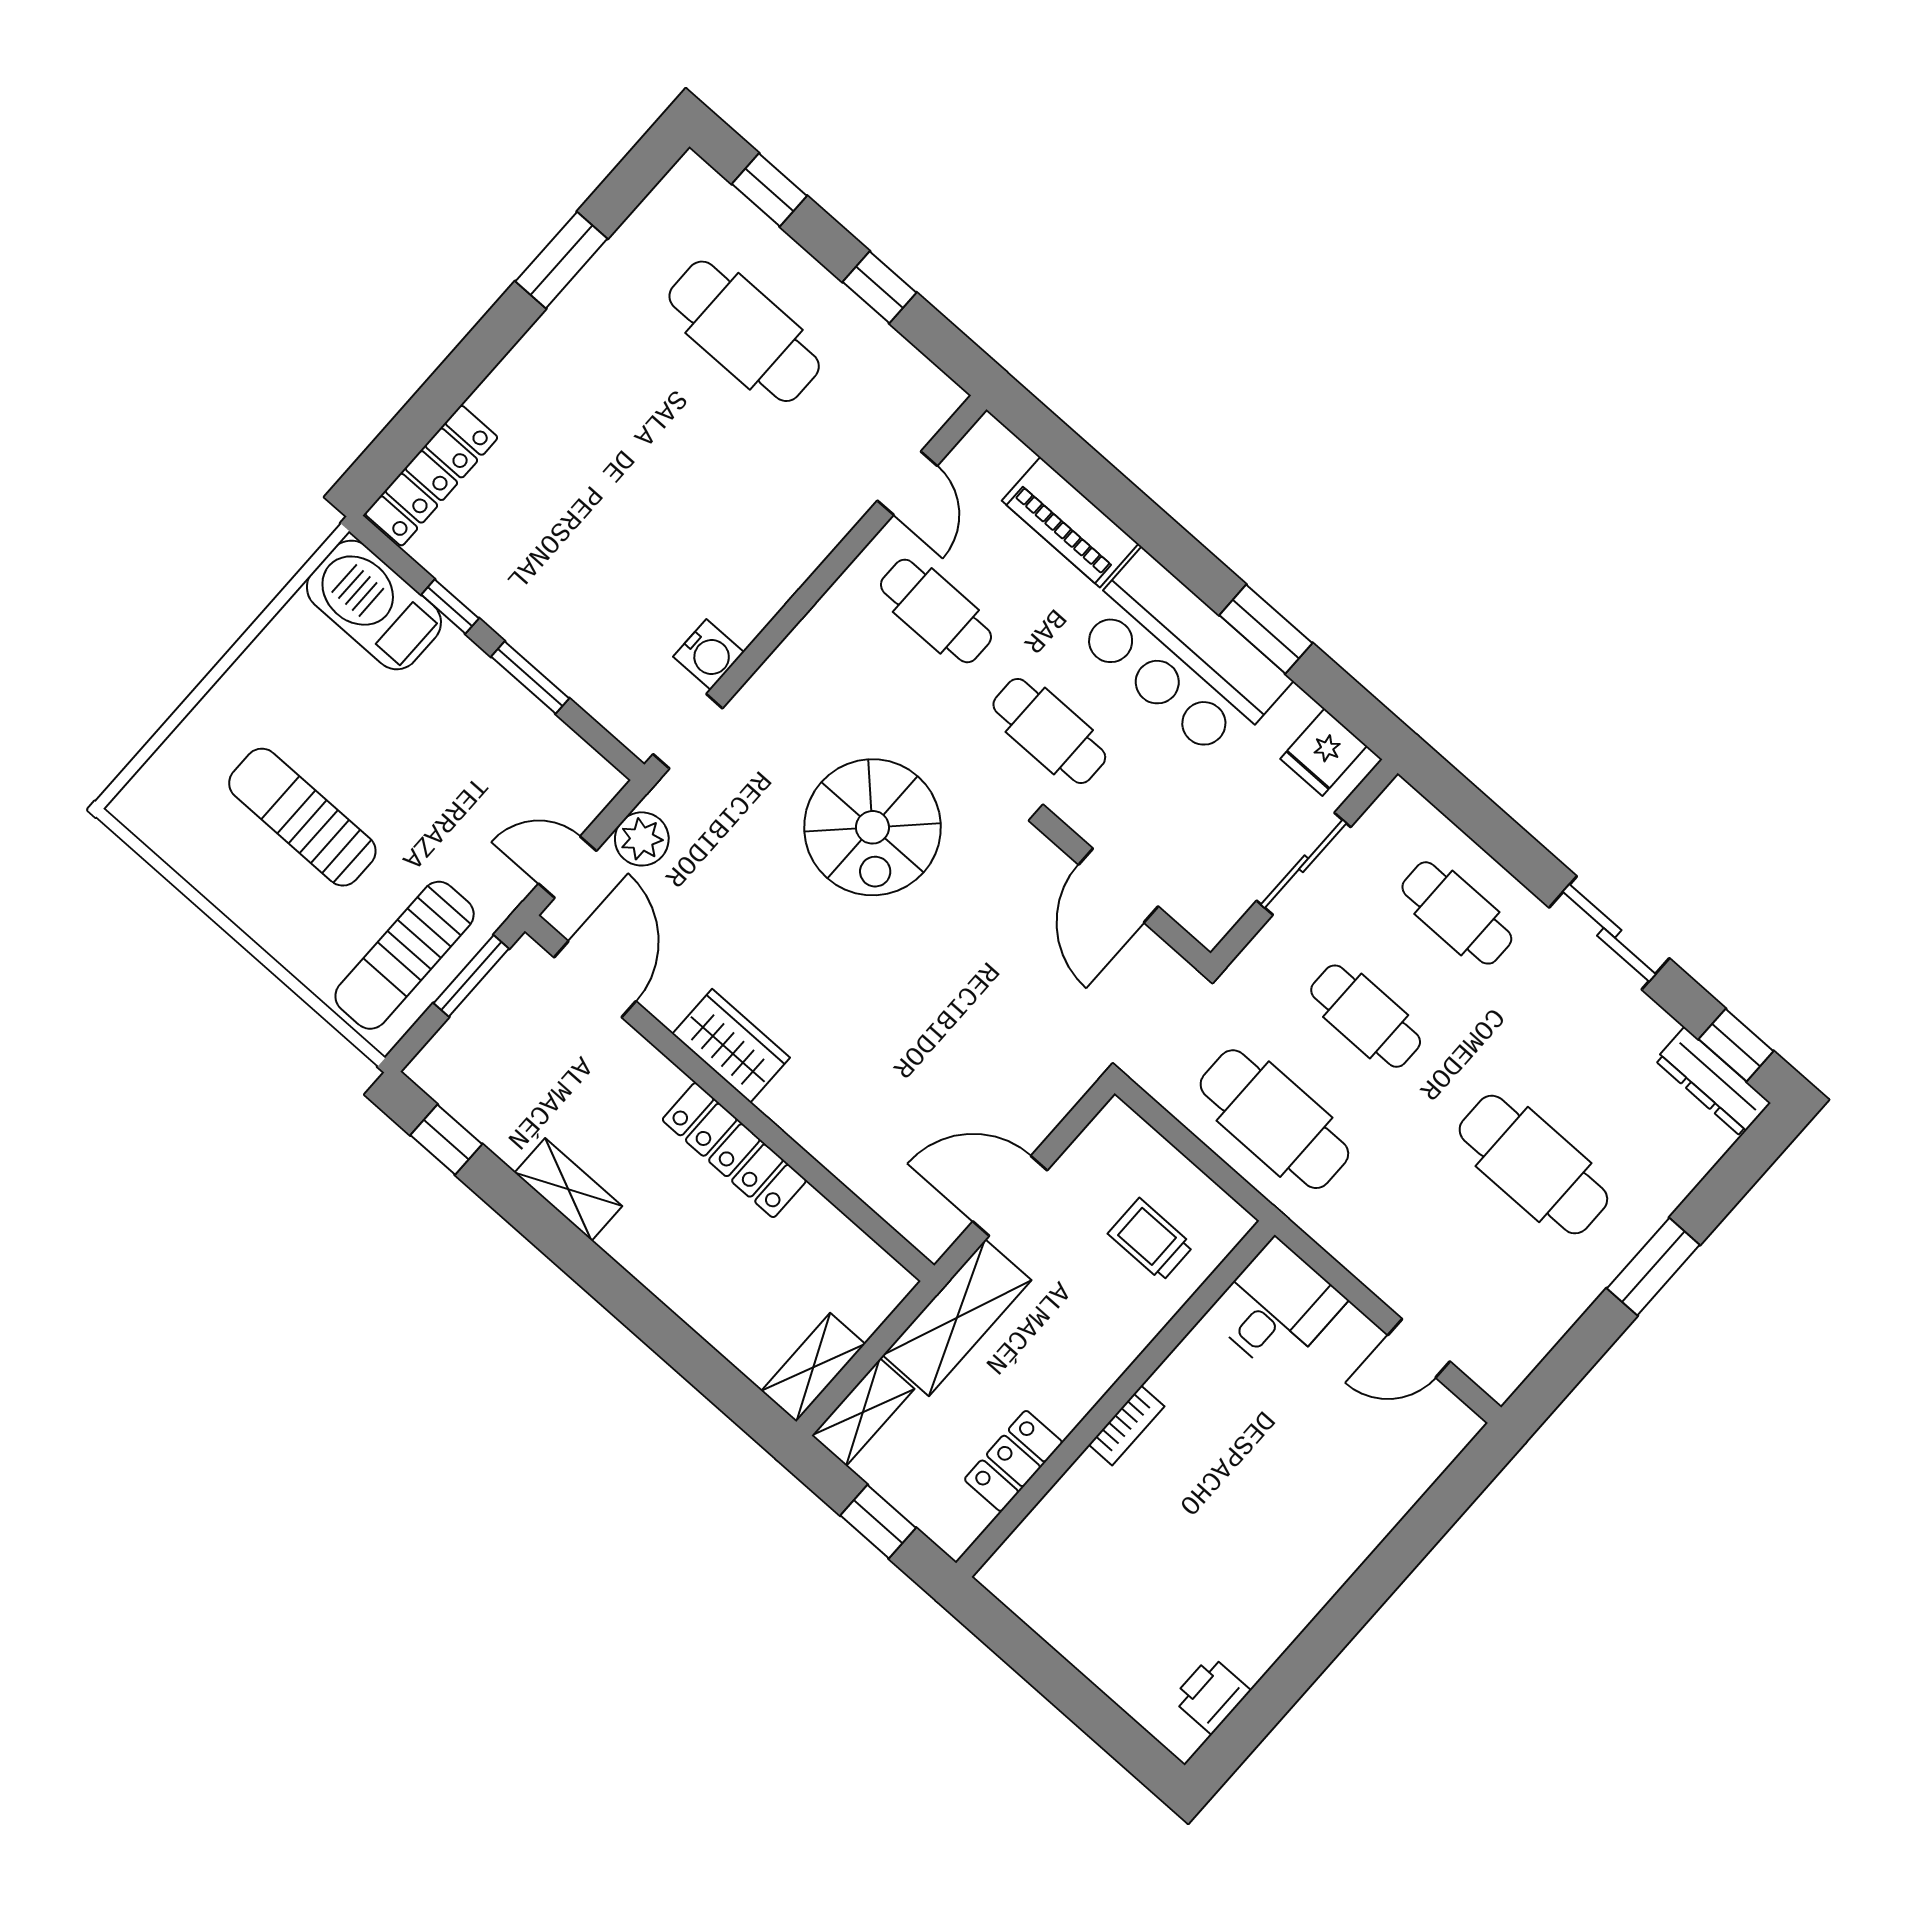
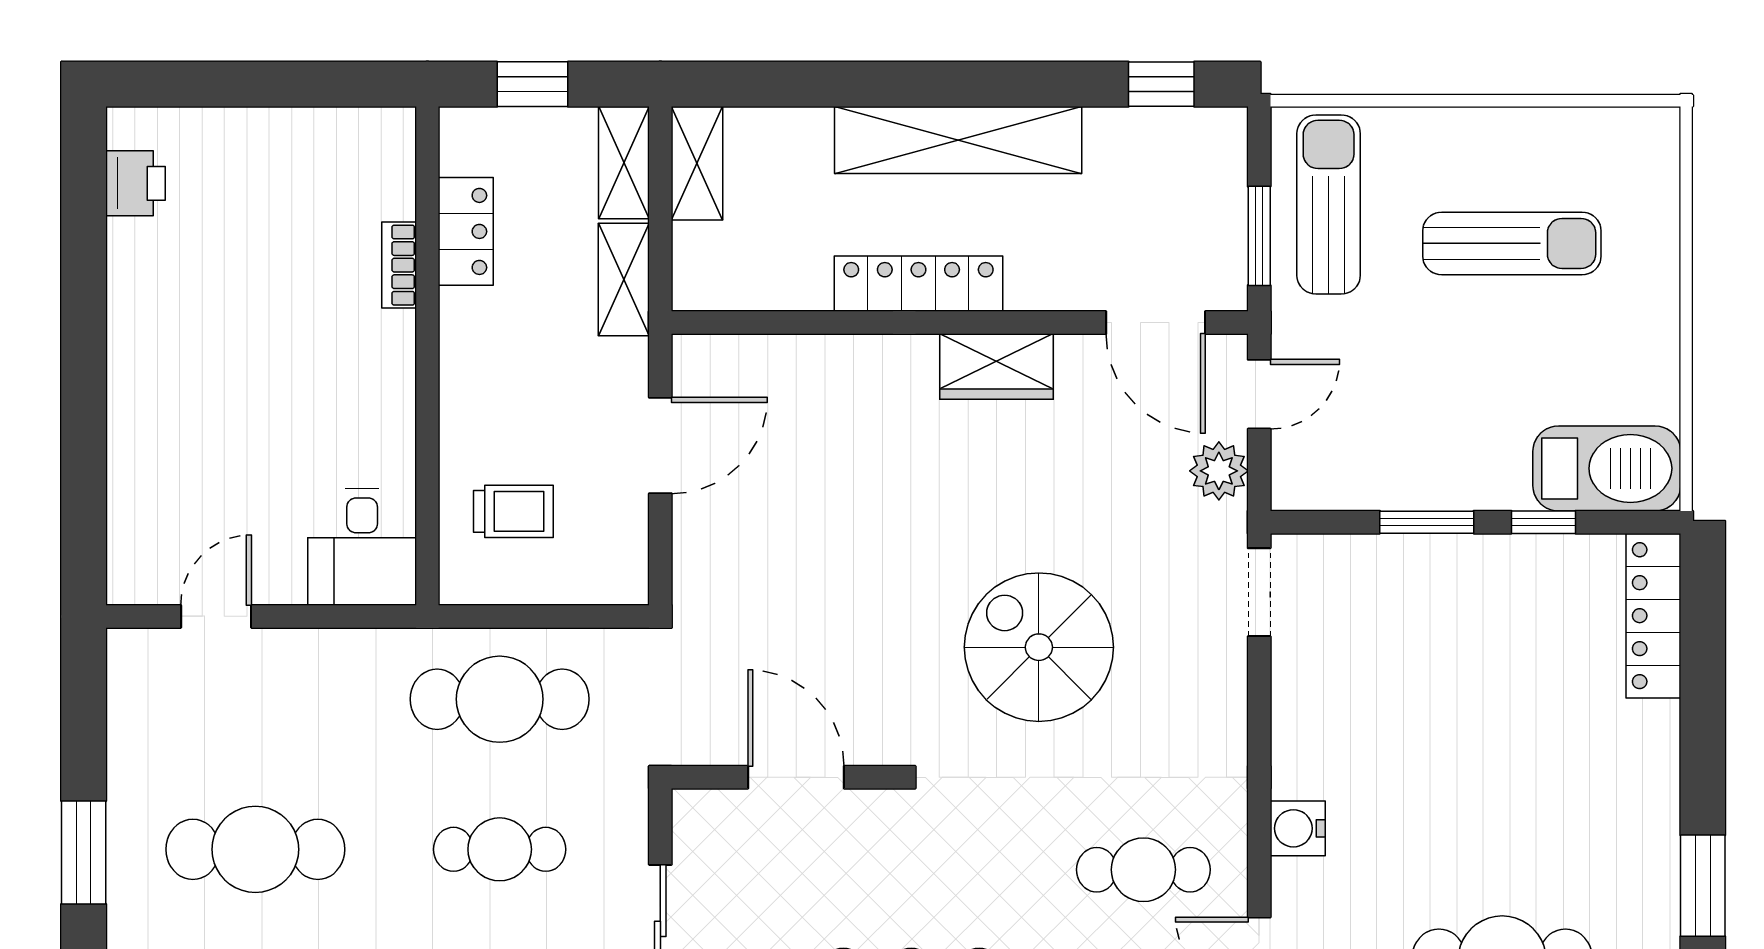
water cooler: (709, 654) -> (1298, 828), moved
cafe table: (1049, 731) -> (964, 854), removed
shelving: (568, 1189) -> (958, 140), width x2.20, depth x1.33
shelving: (957, 1318) -> (624, 280), width x0.67, depth x0.75
bookcase: (1127, 1425) -> (399, 265), moved

